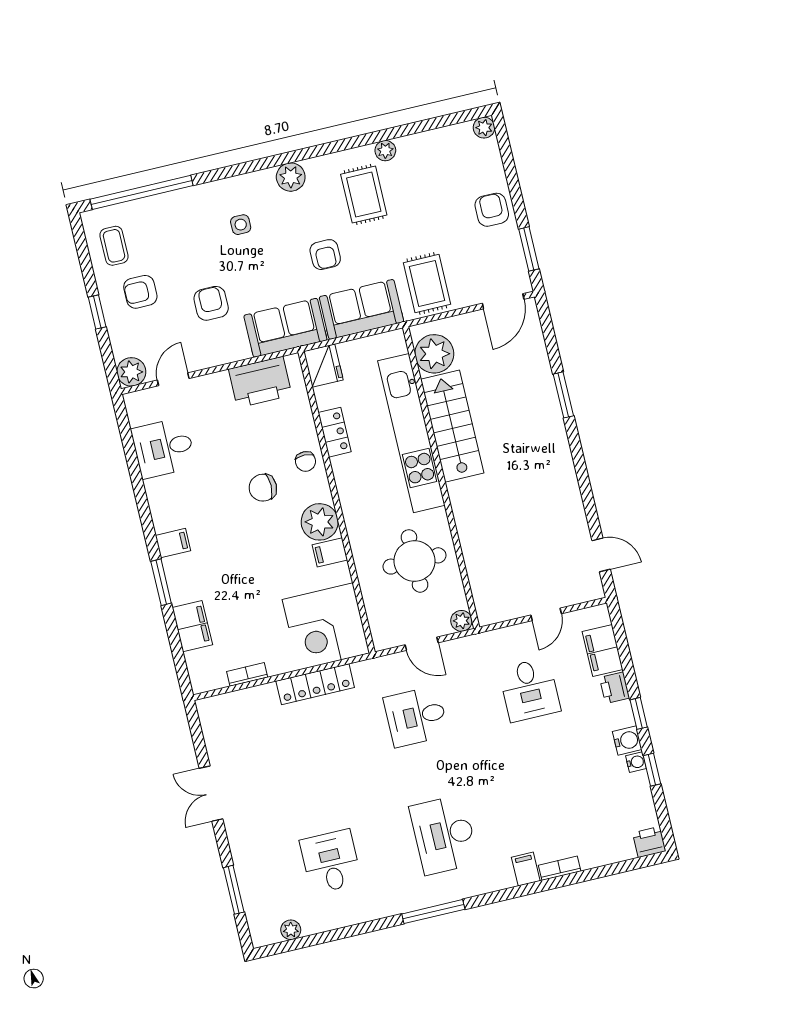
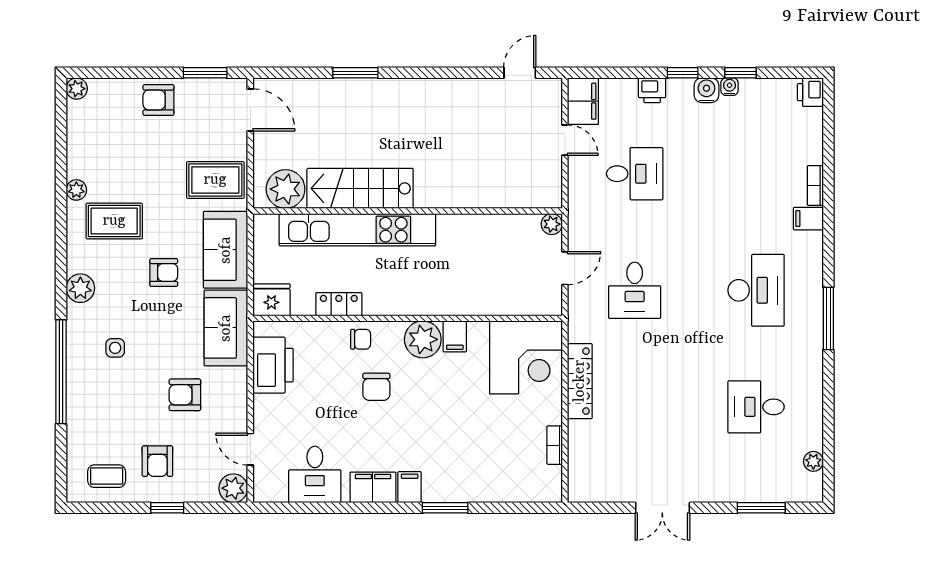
window: (142, 192) -> (61, 372), moved
round table: (414, 561) -> (483, 256), removed
filing cabinet: (192, 626) -> (373, 487), moved
filing cabinet: (603, 651) -> (583, 101), moved, turned -90
desk: (444, 835) -> (756, 290), turned -90

